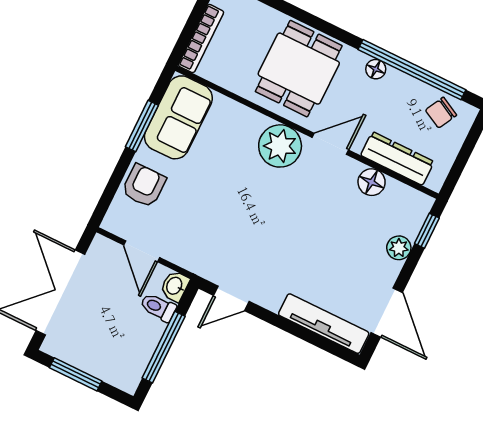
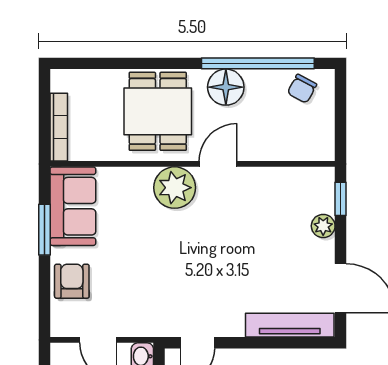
floor lamp: (376, 69) -> (226, 87), width x1.89, depth x1.89
dresser: (397, 158) -> (283, 148), removed
floor lamp: (372, 182) -> (271, 180), removed

